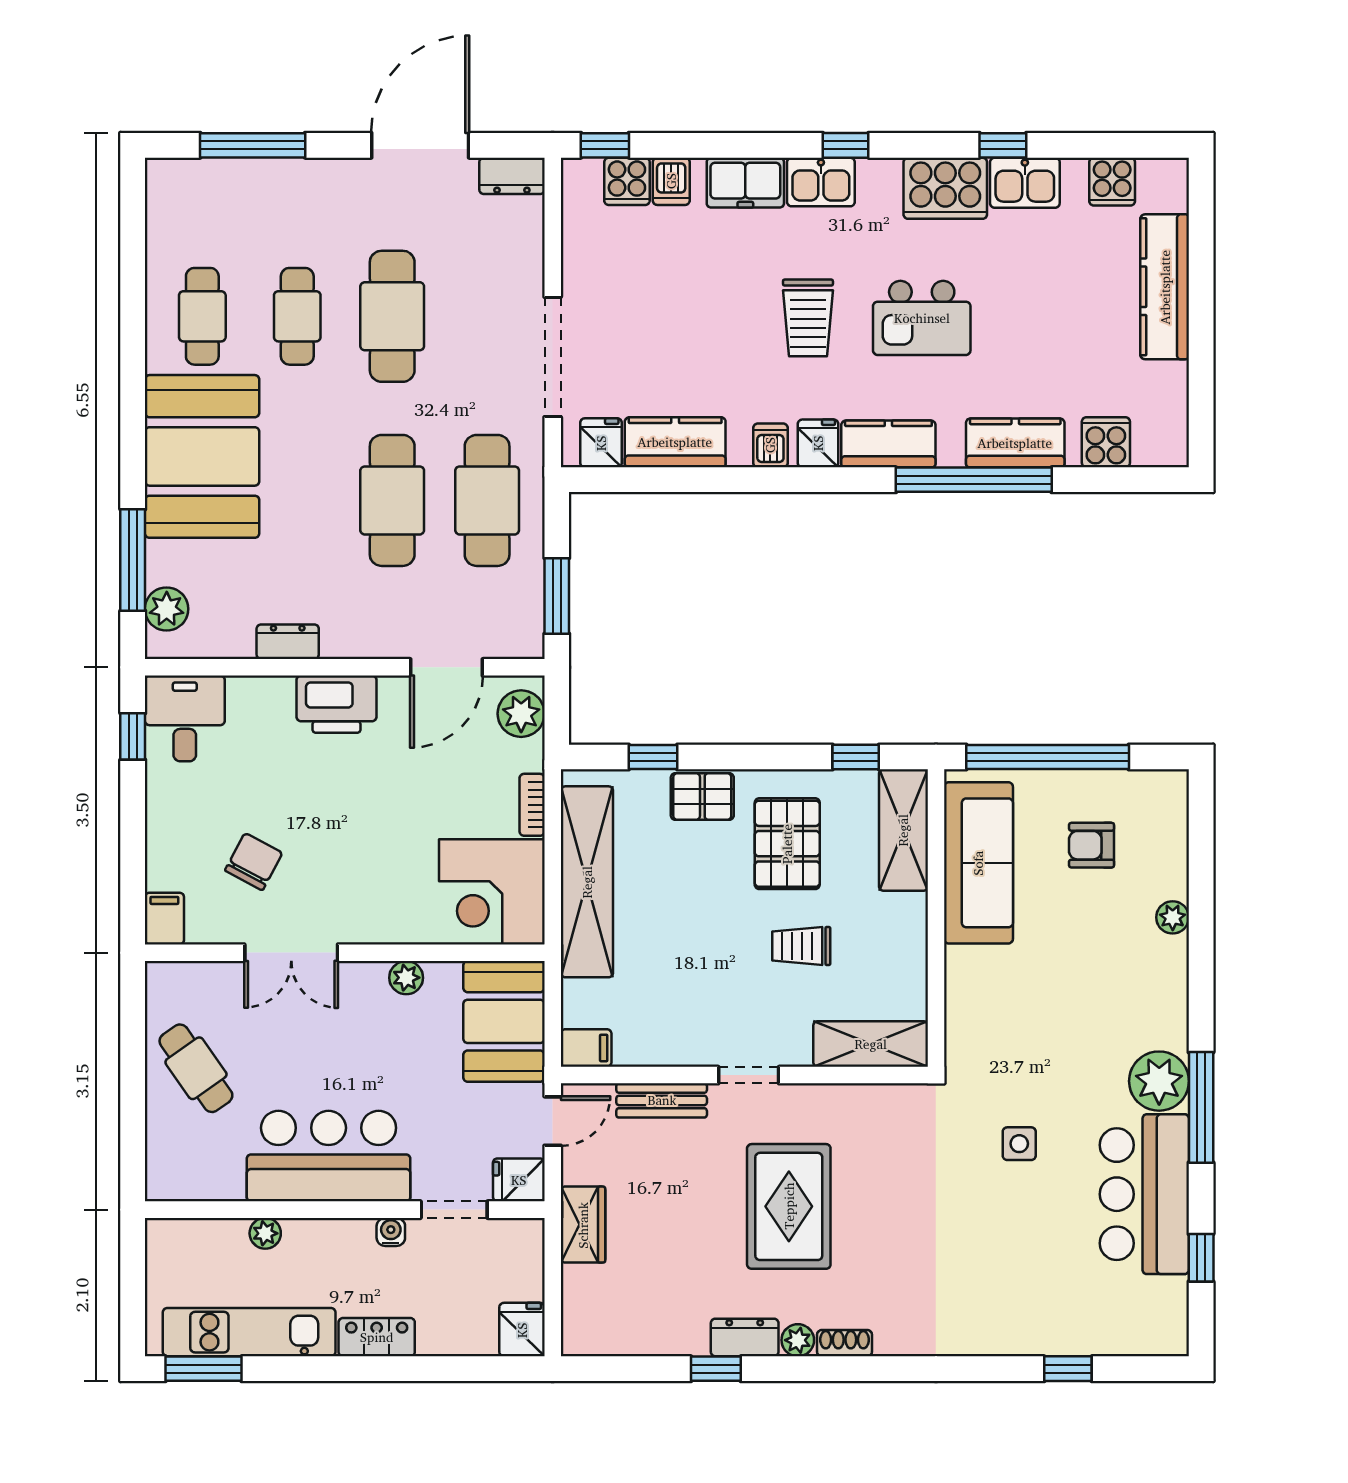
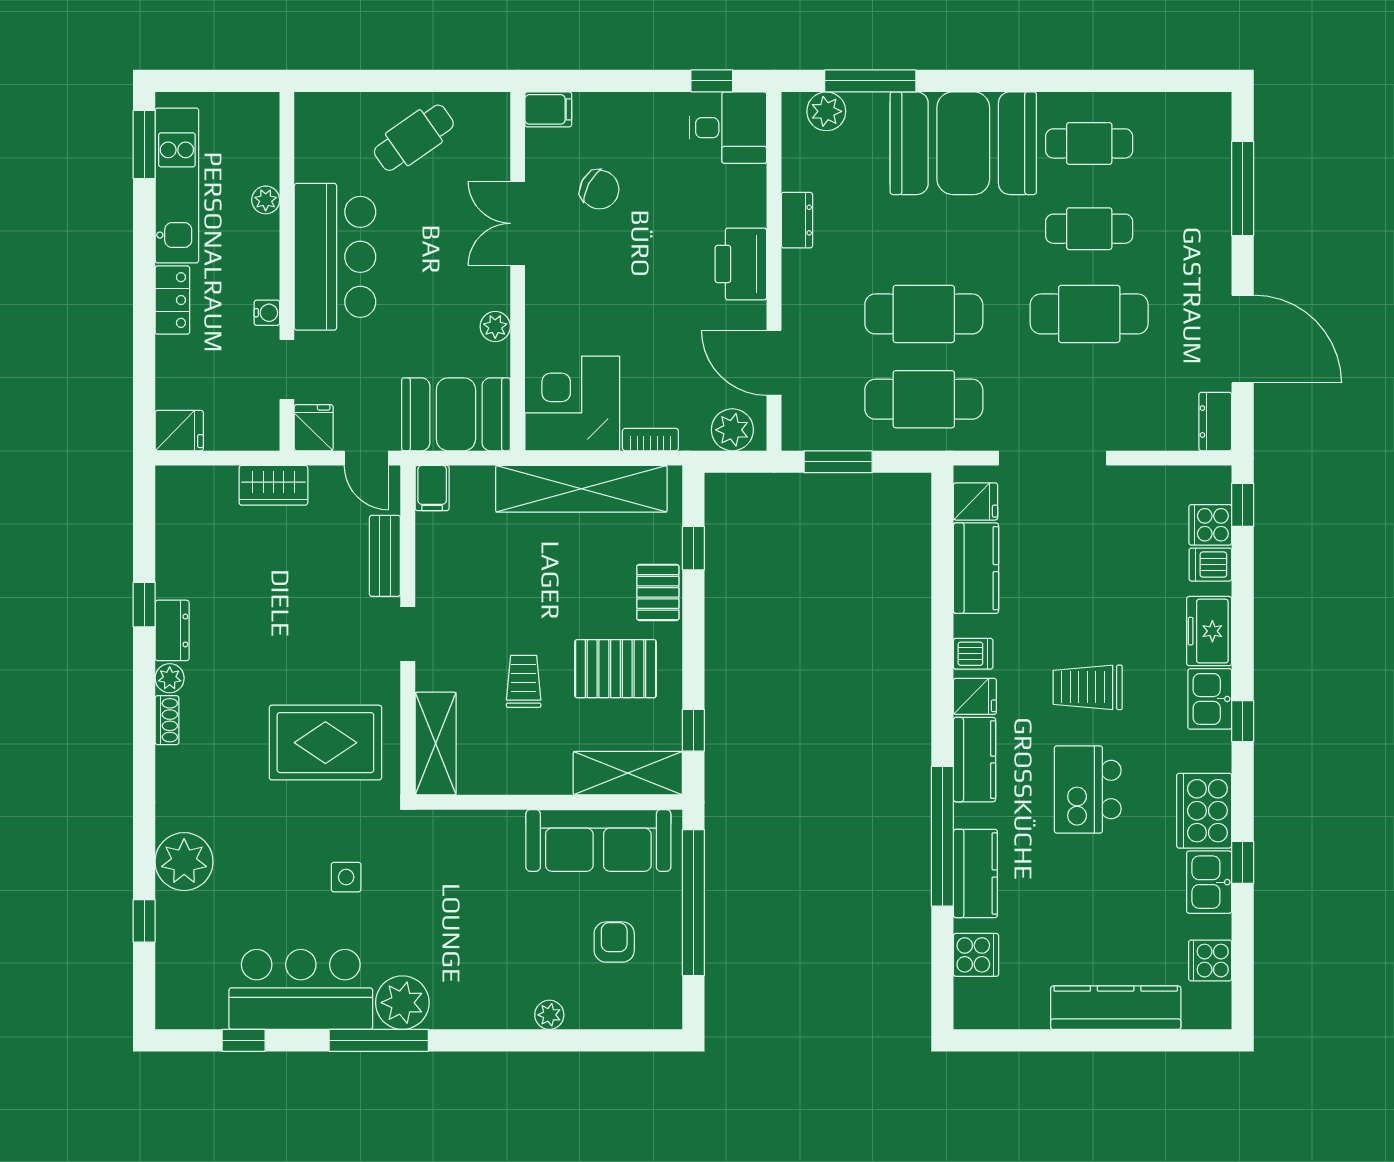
rug: (789, 1206) -> (325, 743), moved
plant: (1002, 1324) -> (184, 862), added

